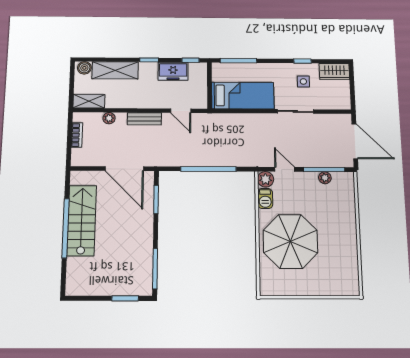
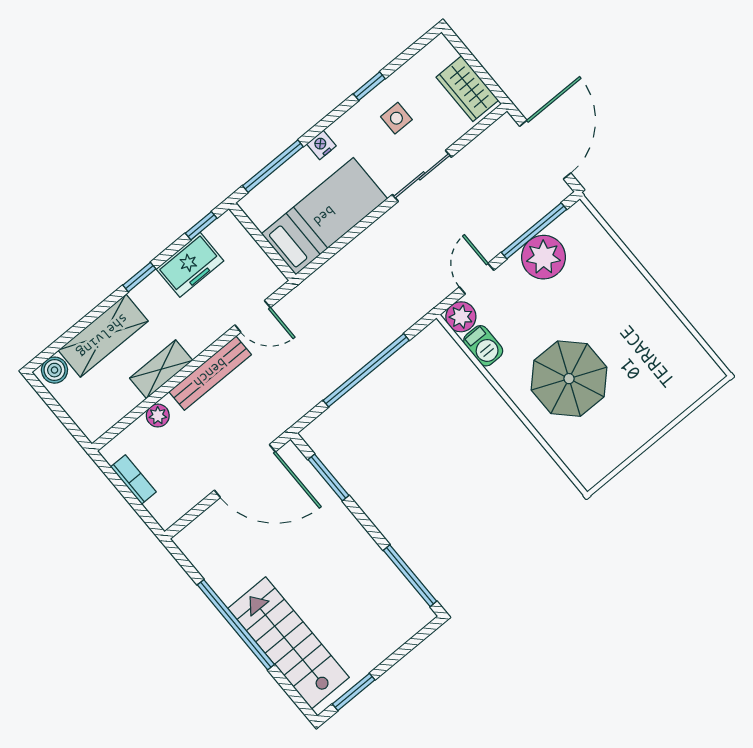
nightstand: (265, 68) -> (321, 145), added
wardrobe: (334, 72) -> (467, 89), moved, turned 90
shelving: (89, 101) -> (161, 369), moved
bench: (144, 119) -> (210, 373), width x1.36
door: (355, 141) -> (545, 150), hinge flipped
door: (285, 169) -> (477, 279), hinge flipped
plant: (325, 178) -> (543, 257), width x1.88, depth x1.88
stairs: (82, 220) -> (289, 643), moved
parasol: (290, 241) -> (569, 379), width x0.73, depth x0.73
window: (125, 298) -> (354, 692), moved

